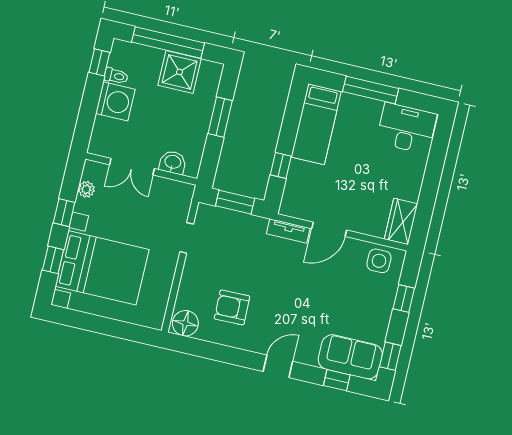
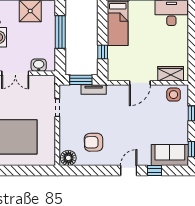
window: (220, 117) -> (60, 32), width x1.44
wardrobe: (401, 221) -> (171, 74), moved, turned 90
tv unit: (288, 231) -> (94, 90), moved
window: (337, 380) -> (154, 171), moved

